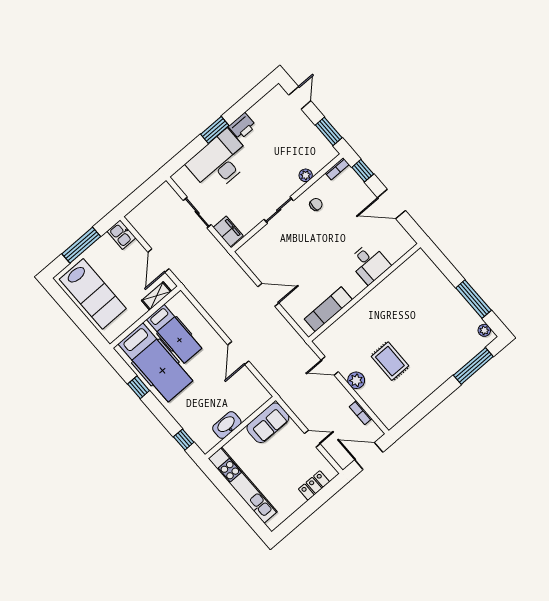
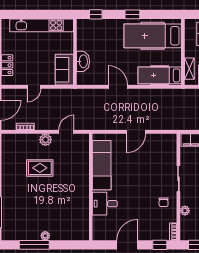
exam couch: (328, 309) -> (102, 165), width x1.36, depth x1.45
plant: (484, 330) -> (45, 236), moved
hospital bed: (174, 334) -> (160, 75), moved
window: (139, 387) -> (132, 14), moved
washbasin: (227, 425) -> (83, 61), moved

